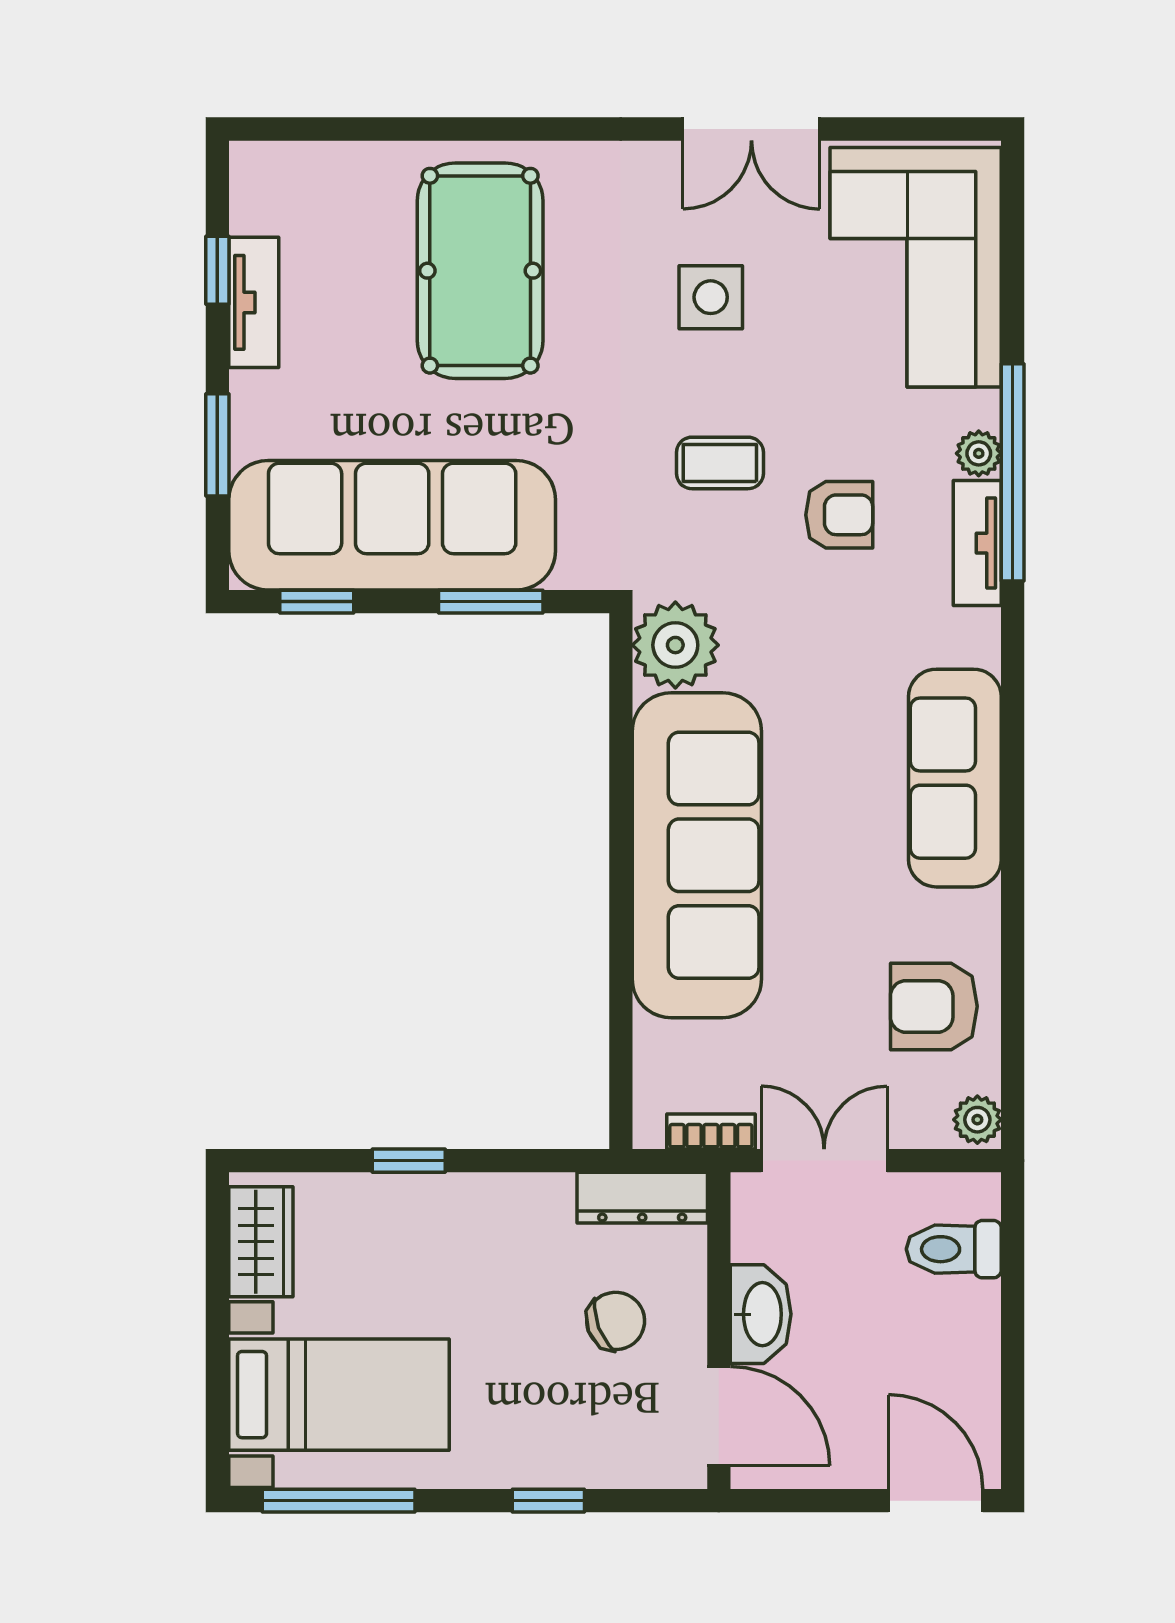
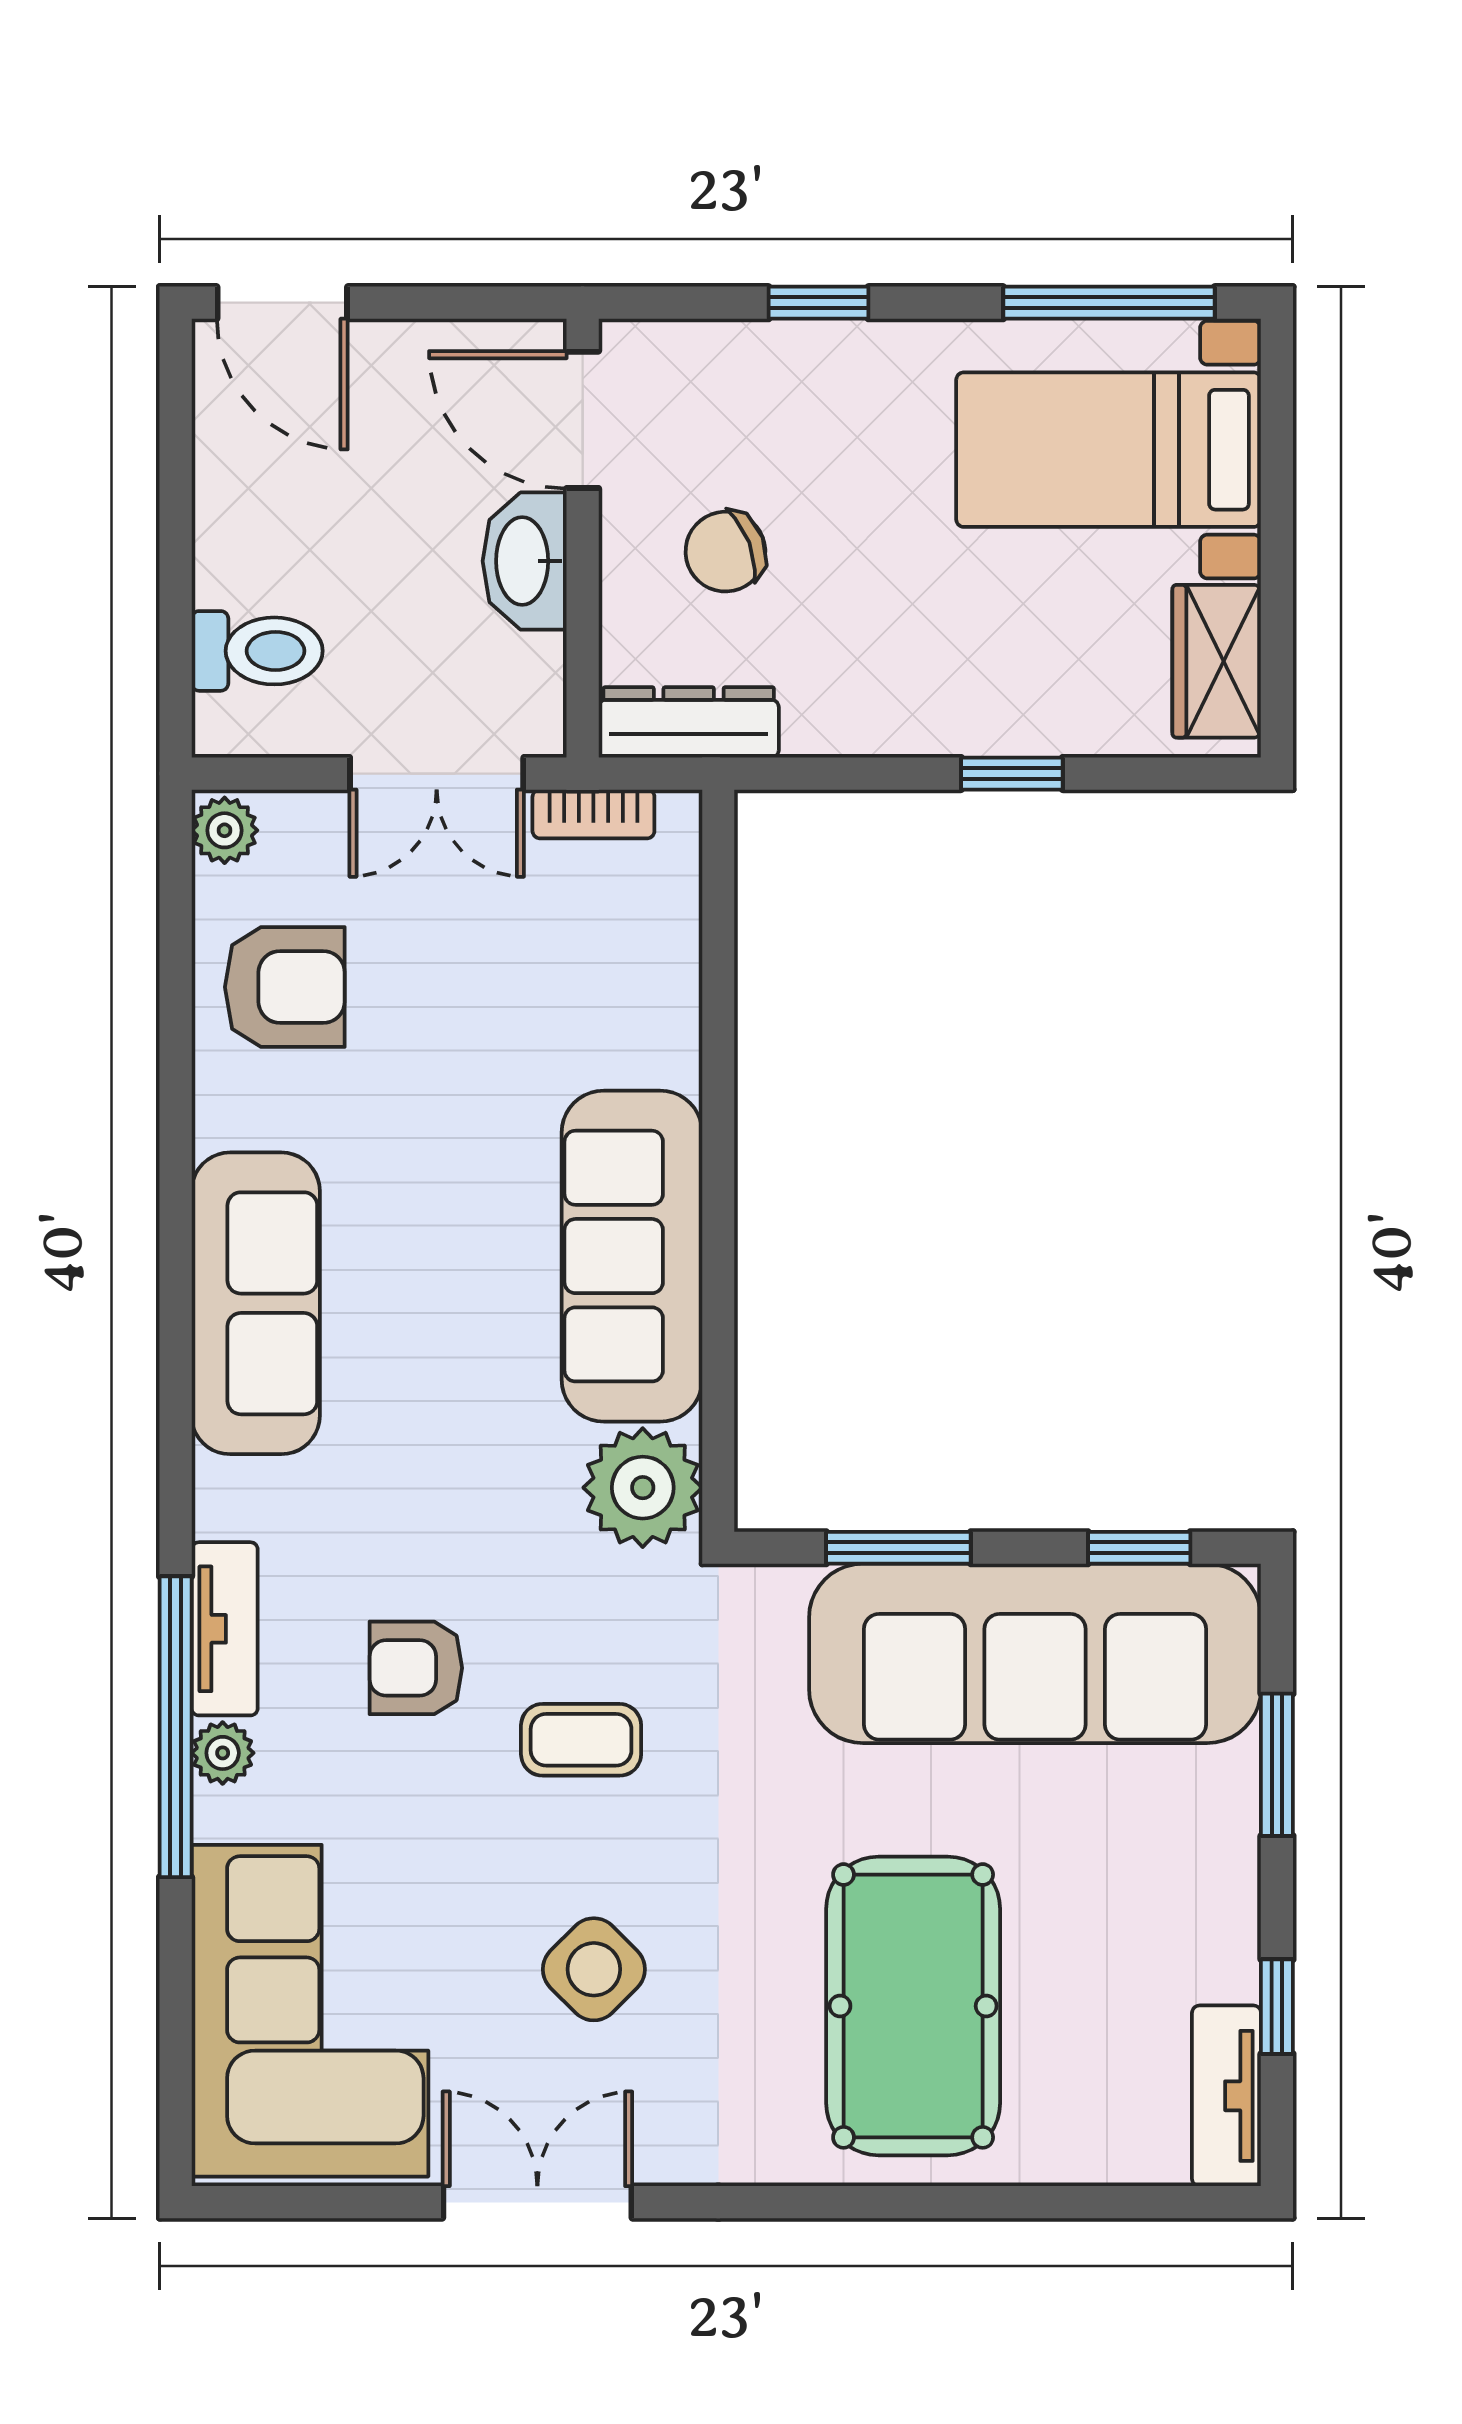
side table: (711, 297) -> (594, 1969), turned 45
tv unit: (254, 302) -> (1226, 2096), moved
sofa: (697, 855) -> (632, 1256), width x0.74, depth x0.79

